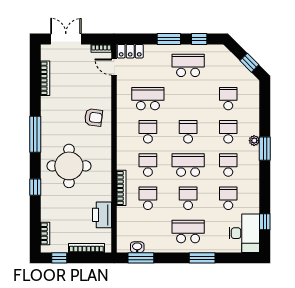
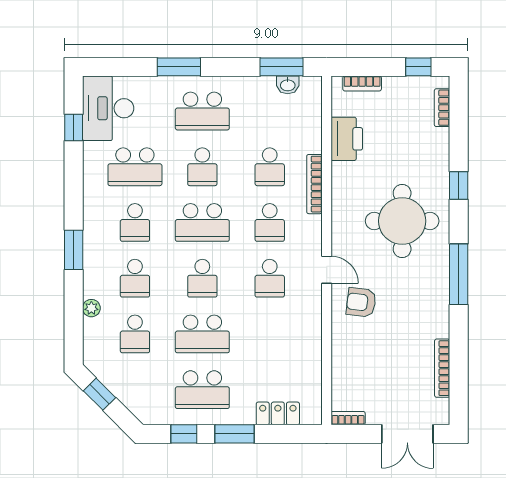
locker: (130, 51) -> (278, 413), moved
door: (114, 67) -> (327, 270), moved
school desk: (148, 99) -> (202, 334), moved
plant: (254, 141) -> (91, 308), moved
school desk: (228, 198) -> (135, 167), width x1.85
bookcase: (86, 248) -> (362, 83), width x0.64

